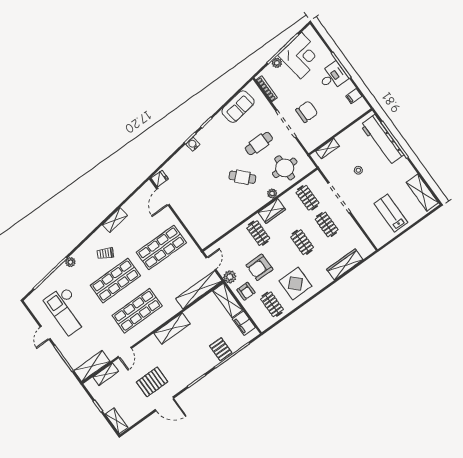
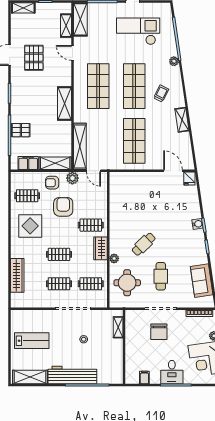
workbench: (382, 140) -> (72, 375), moved

